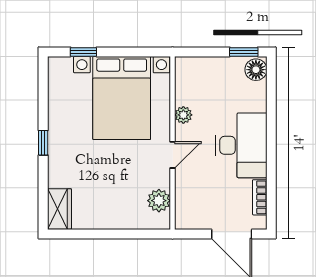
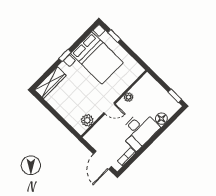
floor lamp: (256, 70) -> (161, 119), moved
bed with nightstands: (122, 98) -> (97, 58), moved, turned -90
wardrobe: (59, 209) -> (50, 83), width x1.50

